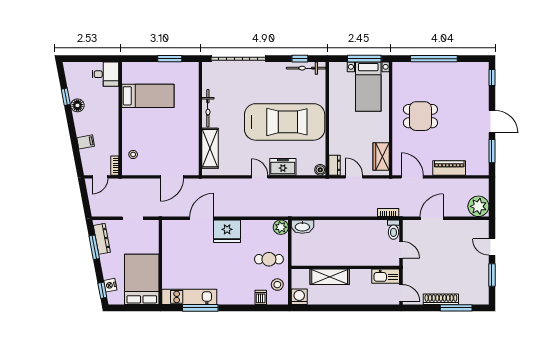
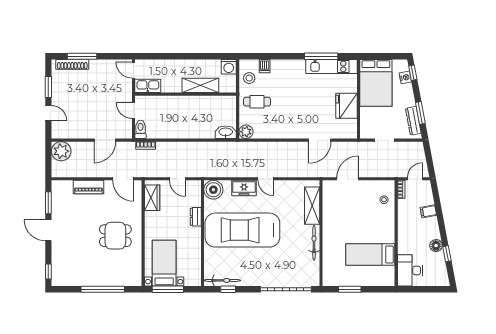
desk: (105, 74) -> (410, 270), width x1.37
dresser: (334, 165) -> (196, 217), moved
boiler: (320, 170) -> (213, 190), width x1.86, depth x1.86
fridge: (227, 231) -> (346, 106), moved, turned -90
shoe rack: (441, 299) -> (72, 64), moved

